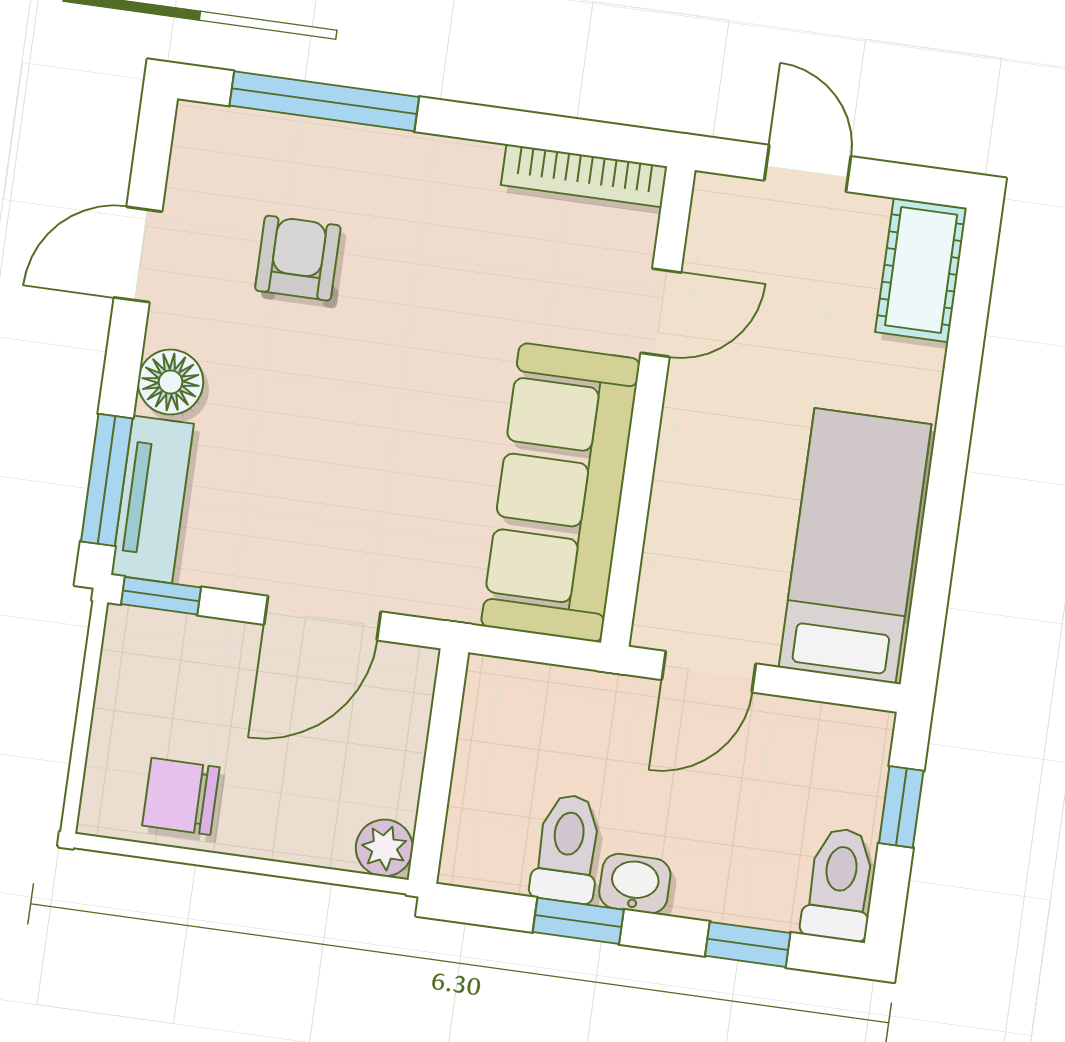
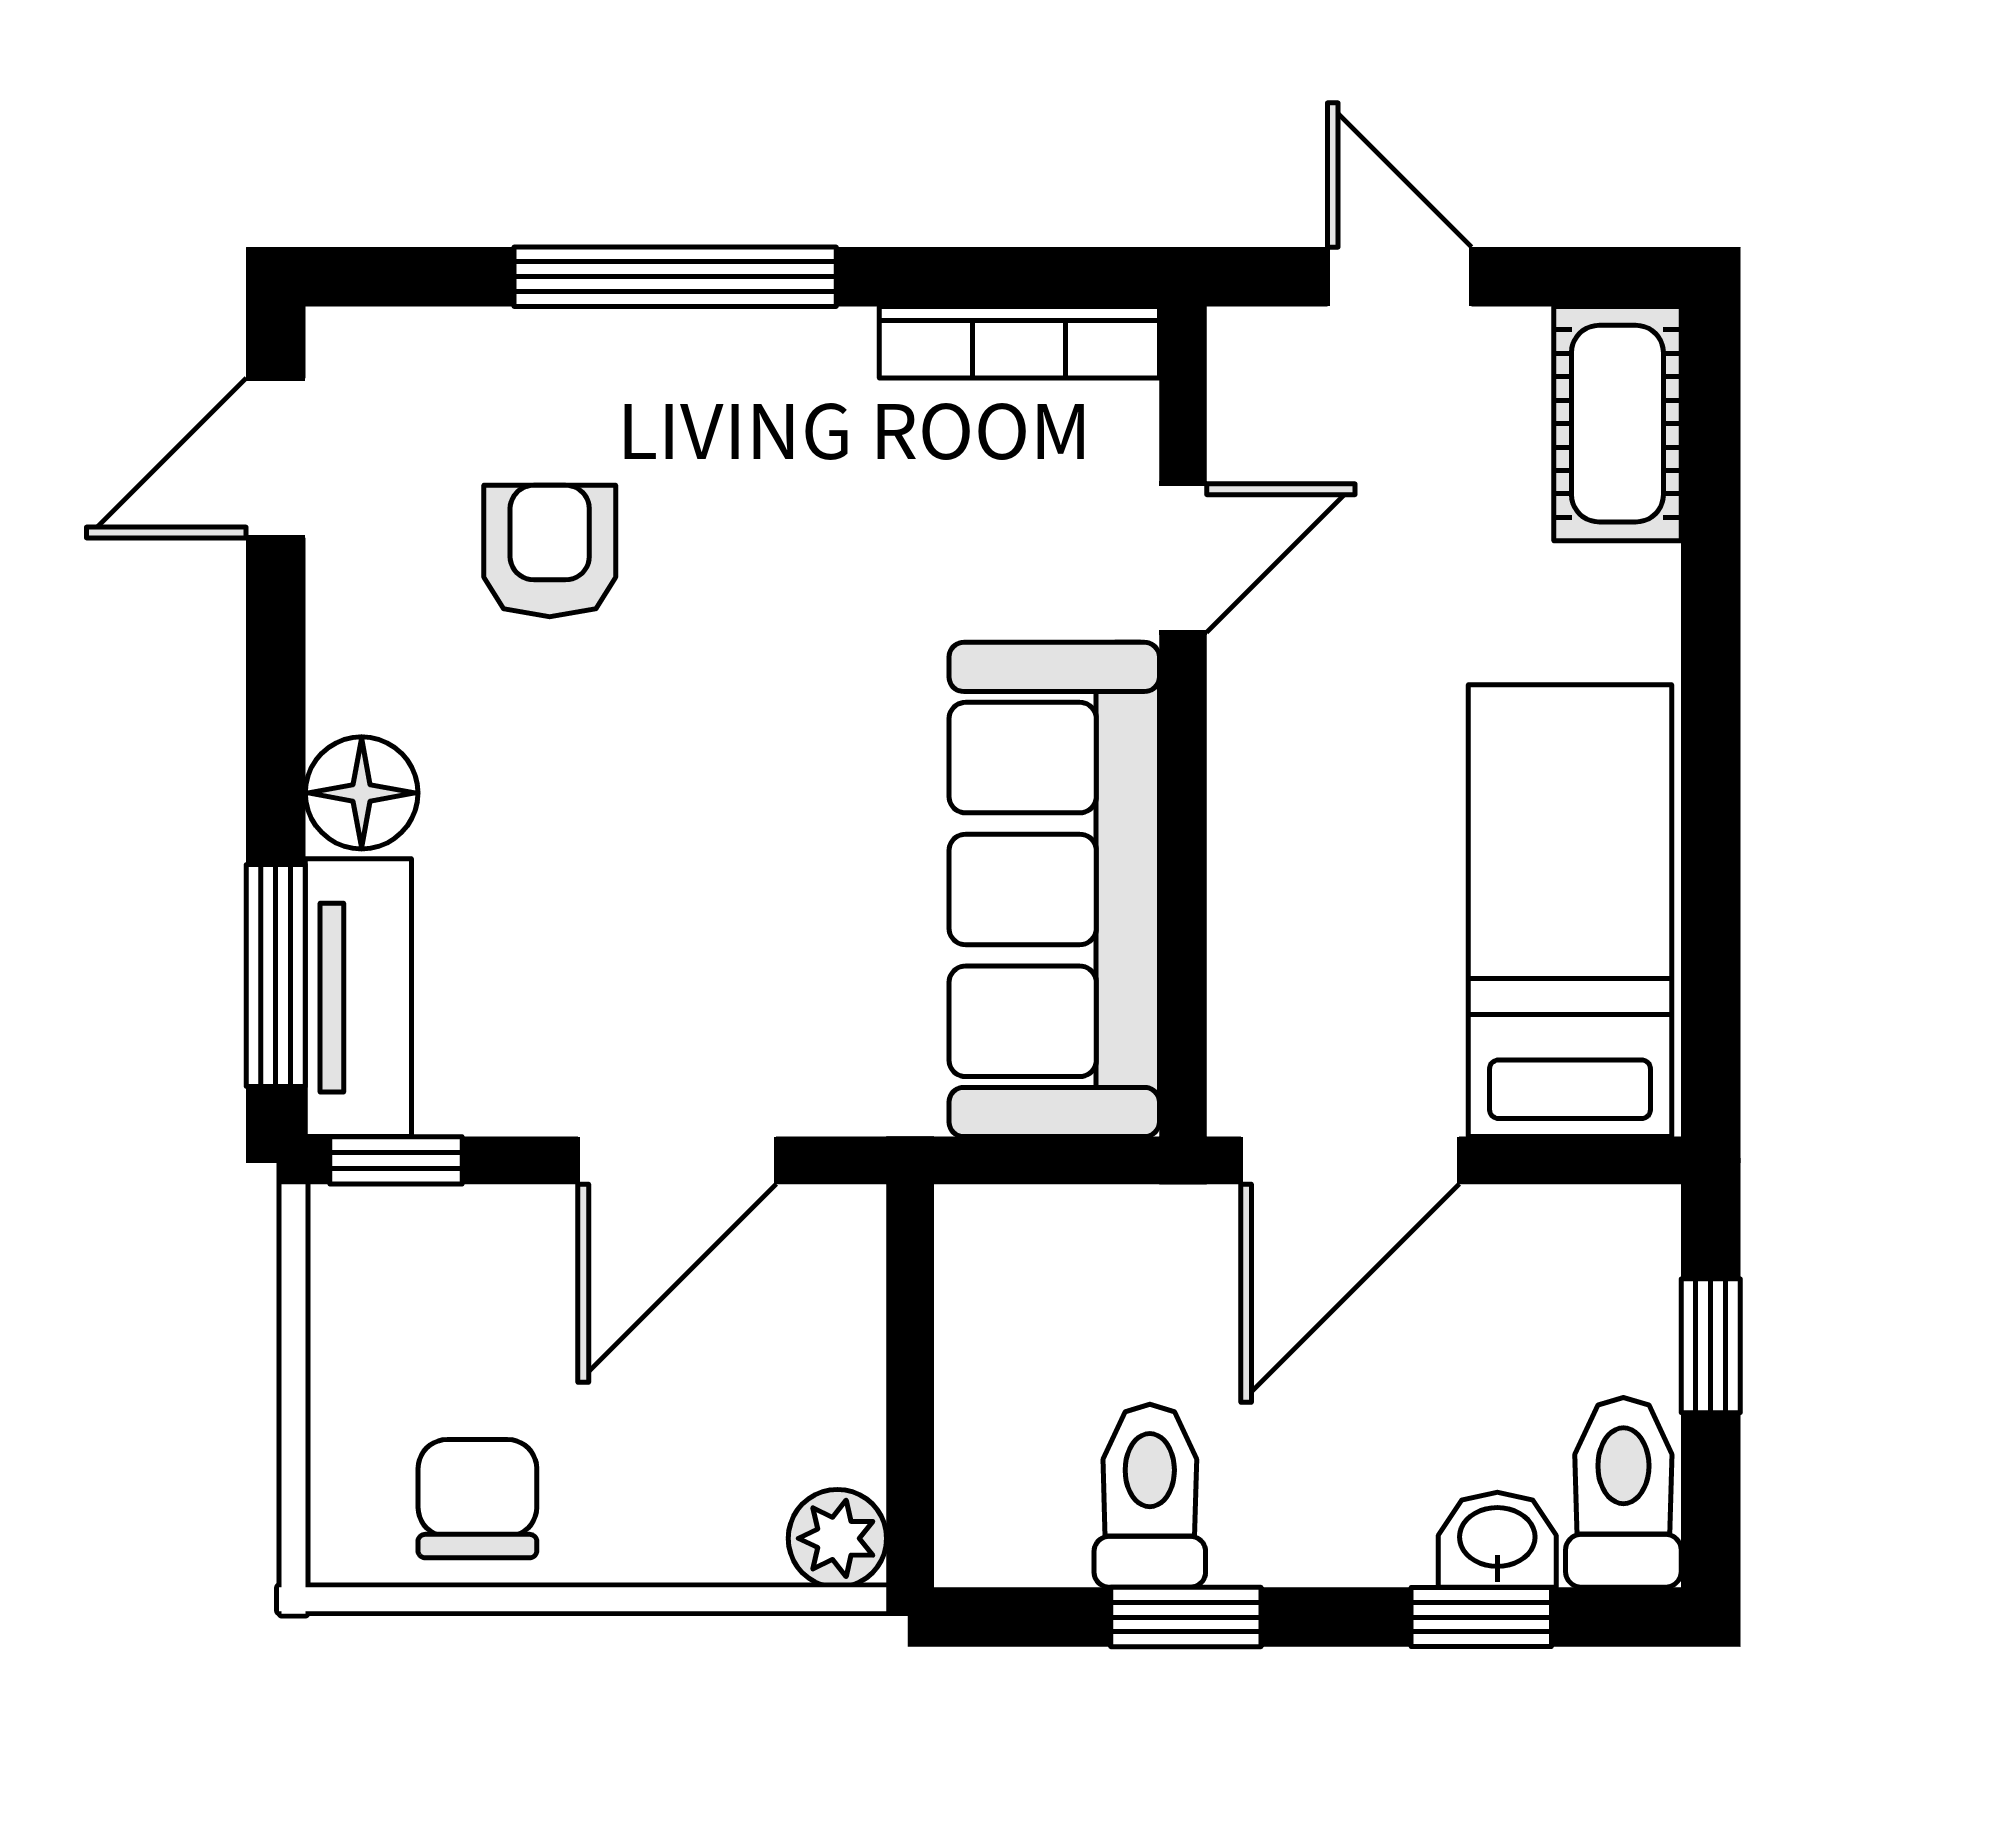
window: (324, 101) -> (675, 277), moved
door: (138, 255) -> (276, 458), moved
door: (709, 672) -> (1350, 1160), width x1.38
chair: (181, 796) -> (477, 1499), turned 90
washbasin: (635, 884) -> (1497, 1540), moved

